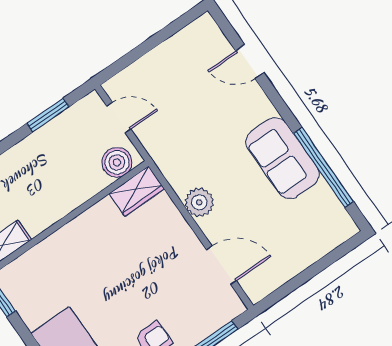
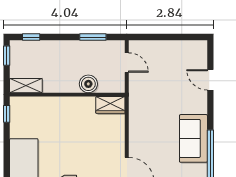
boiler: (117, 162) -> (88, 84), moved
plant: (199, 202) -> (137, 132), removed

